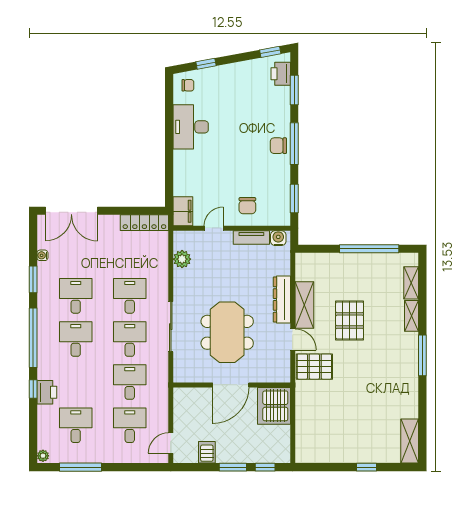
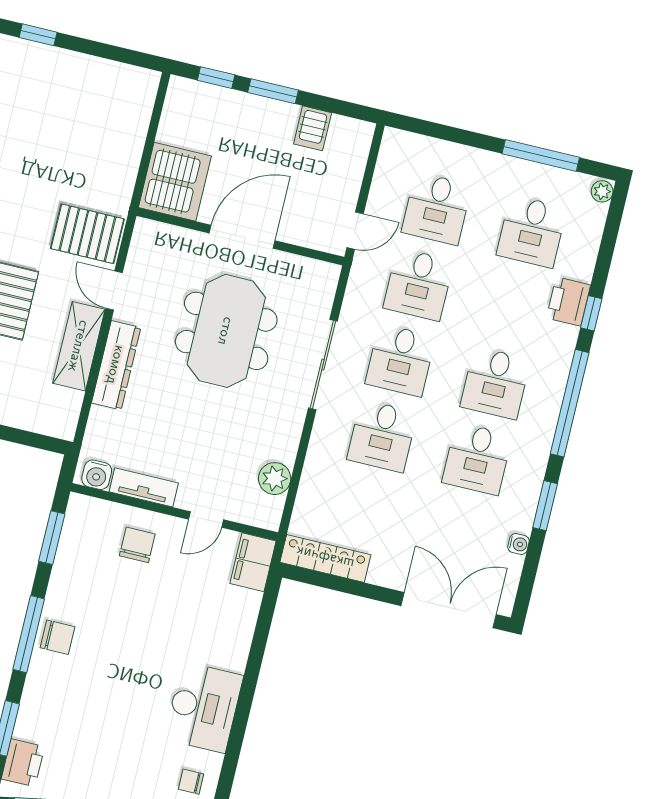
door: (171, 443) -> (355, 231), moved

